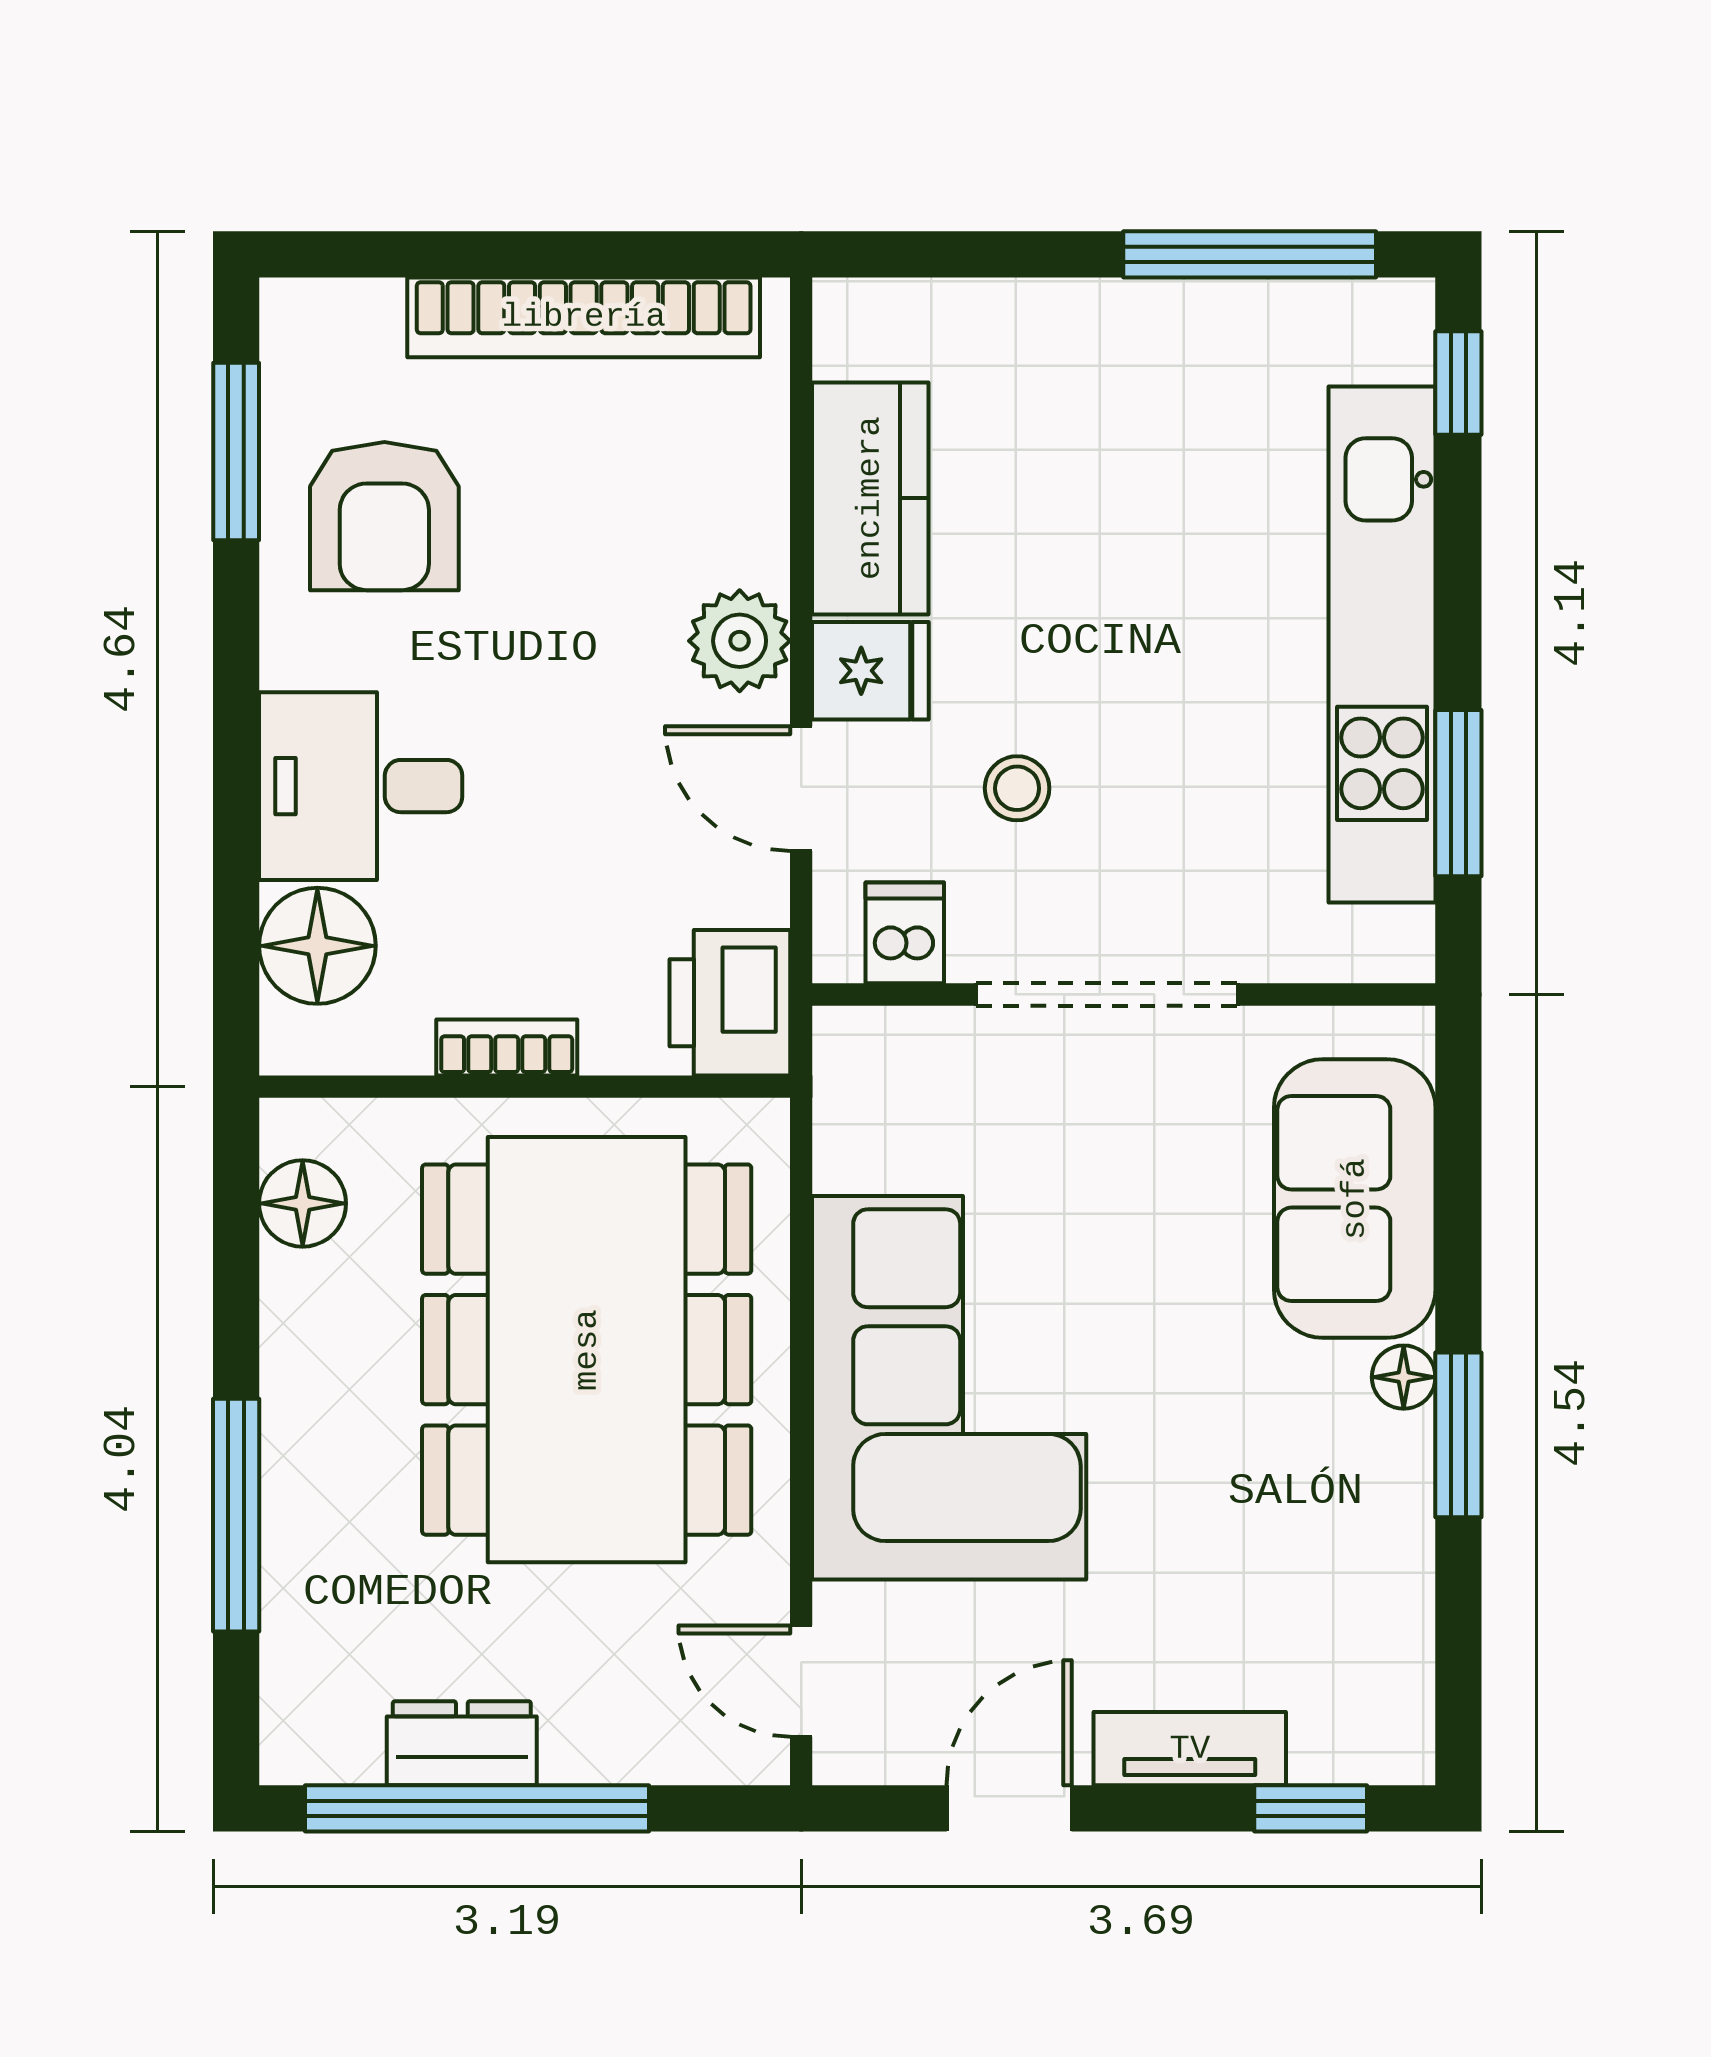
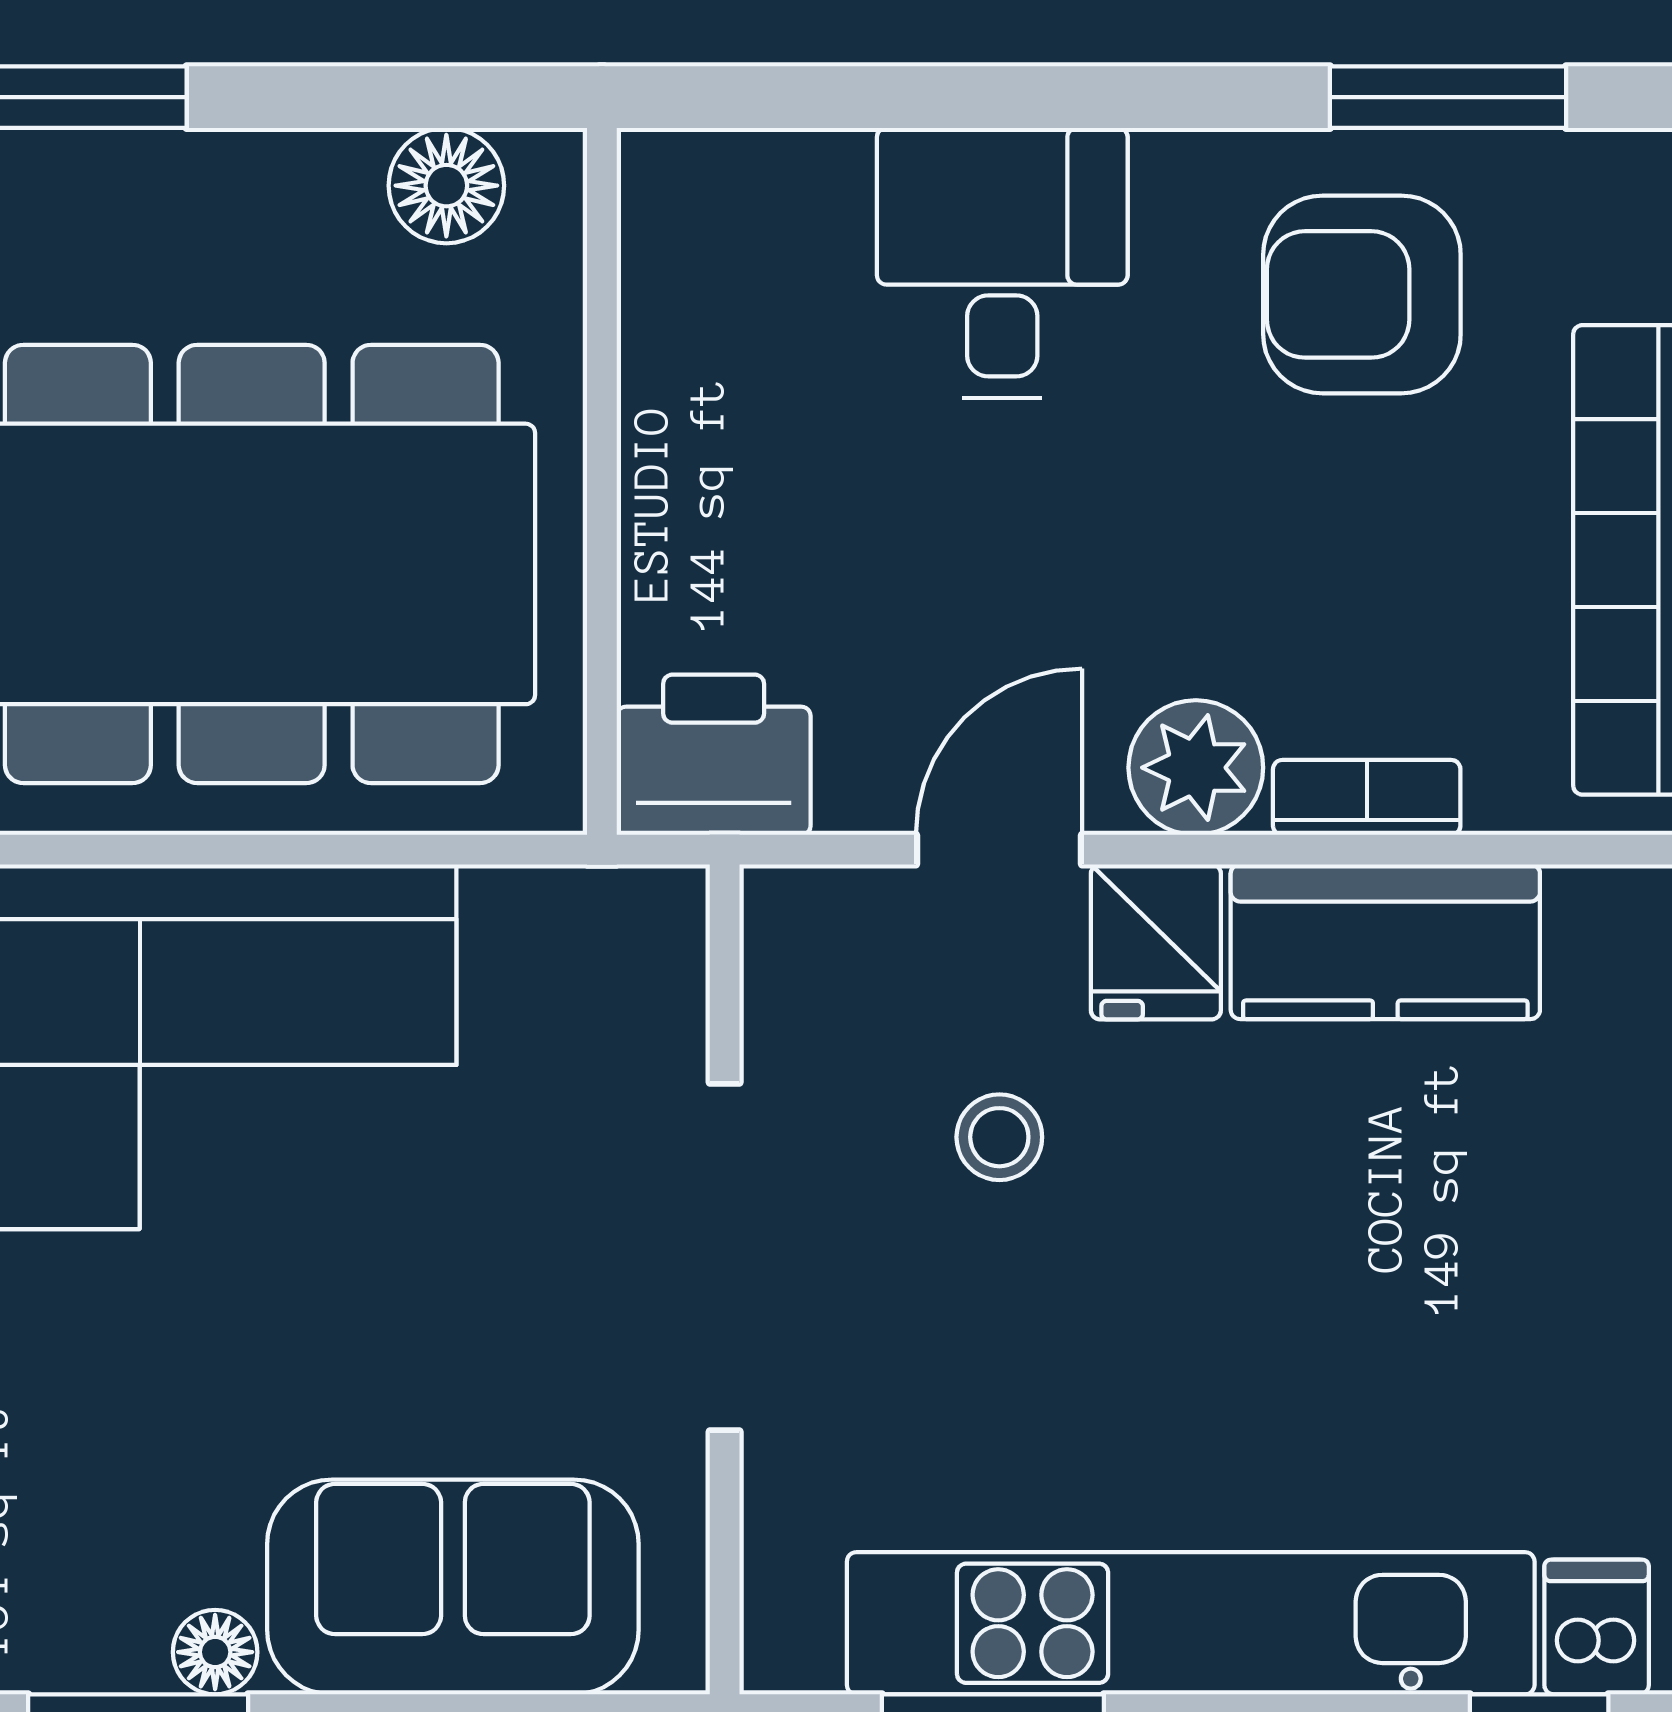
dishwasher: (905, 933) -> (1597, 1627), moved, turned -90
floor lamp: (317, 946) -> (790, 205), removed
bookcase: (507, 1047) -> (1367, 797), moved, turned -90

